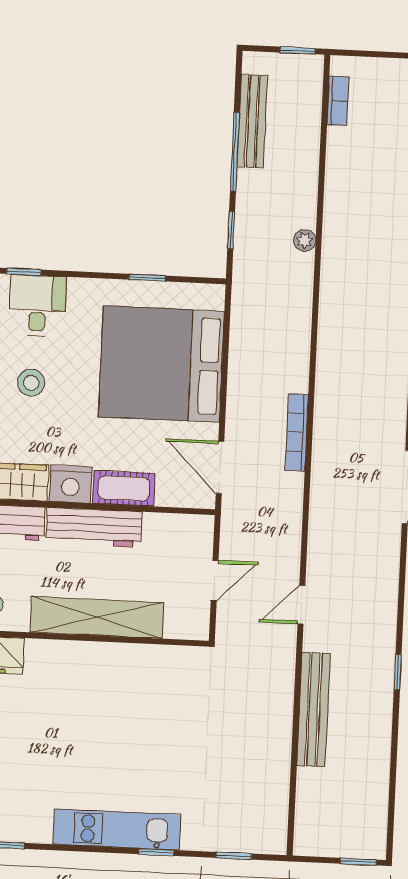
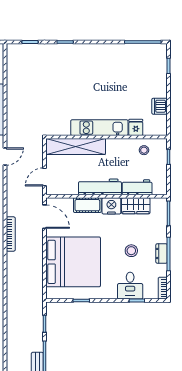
plant: (305, 240) -> (11, 321), removed
door: (215, 580) -> (44, 177), moved
shelving: (97, 617) -> (76, 146), moved
kitchen unit: (117, 829) -> (99, 128), moved, turned 180

